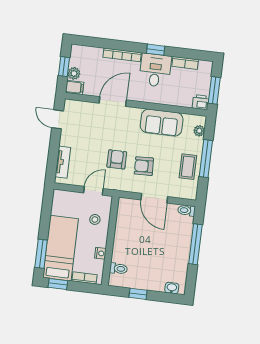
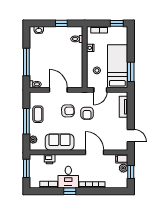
door: (113, 101) -> (95, 152), swing flipped
printer: (201, 102) -> (50, 159), moved
bed: (61, 248) -> (117, 66), moved, turned 180
window: (41, 254) -> (131, 72), moved

